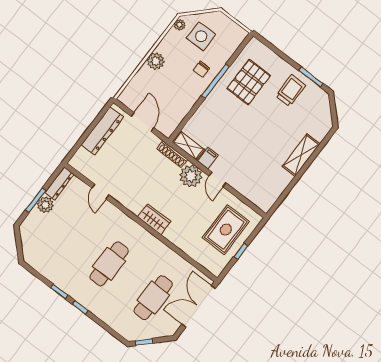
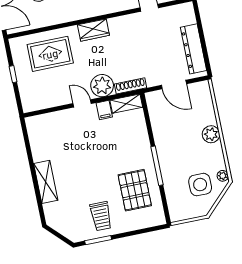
chair: (201, 69) -> (175, 163), removed
rug: (226, 230) -> (50, 54), moved, turned 90

